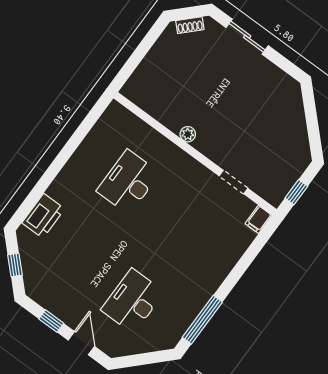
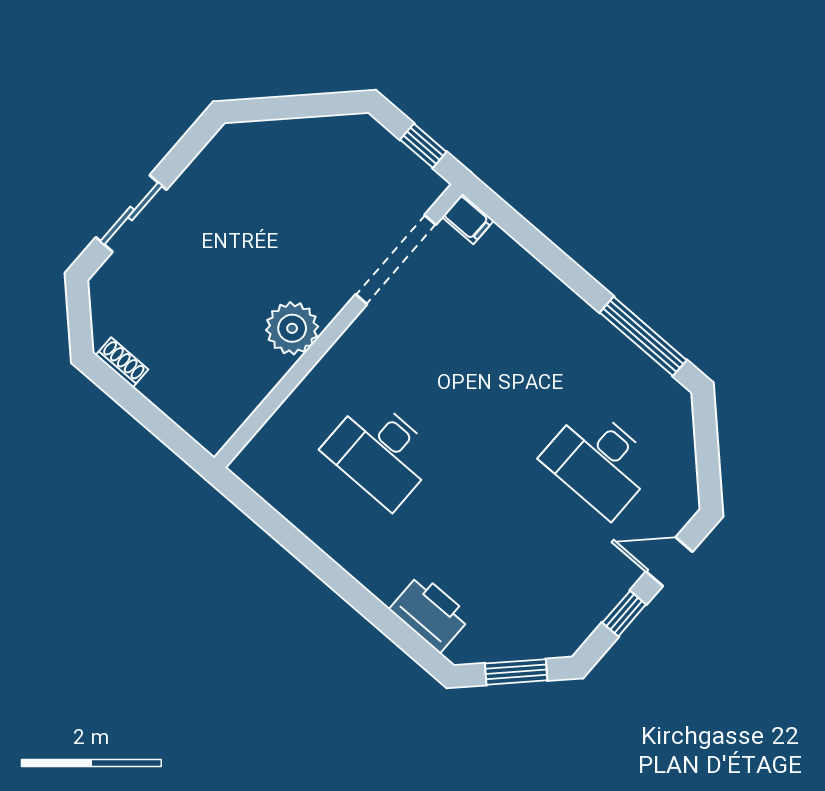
shoe rack: (190, 25) -> (122, 362), moved, turned -45
plant: (188, 134) -> (292, 328), width x1.87, depth x1.87
doorway: (233, 182) -> (396, 260), width x1.87
window: (15, 265) -> (516, 672), width x1.50

